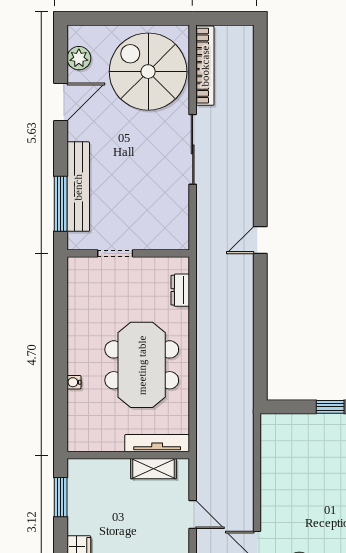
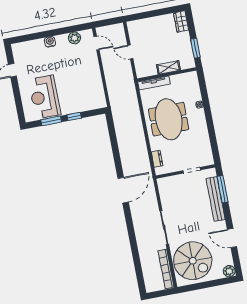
plant: (79, 58) -> (229, 271), moved
door: (61, 102) -> (232, 238), hinge flipped
door: (260, 240) -> (123, 190), width x1.88
shelving: (153, 469) -> (168, 67), moved

